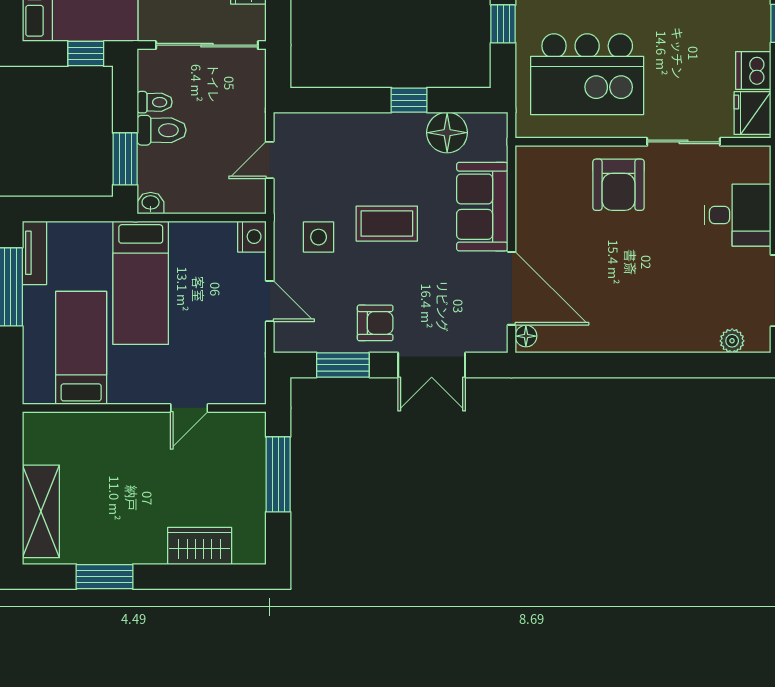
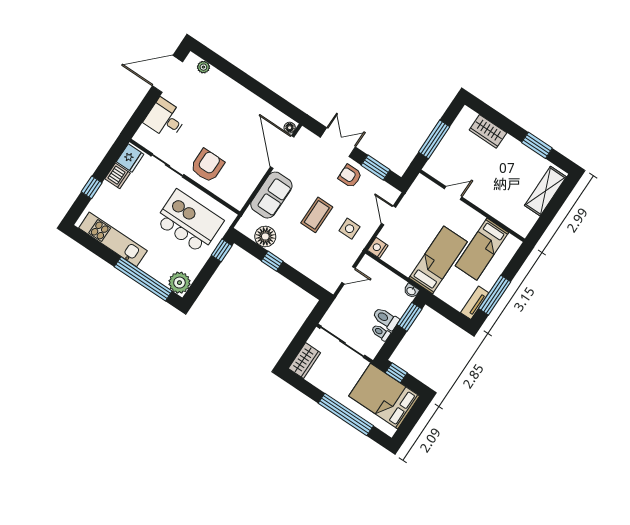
window: (503, 24) -> (222, 250), moved
coffee table: (387, 224) -> (317, 215), turned 90

